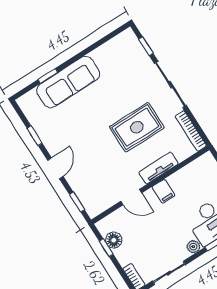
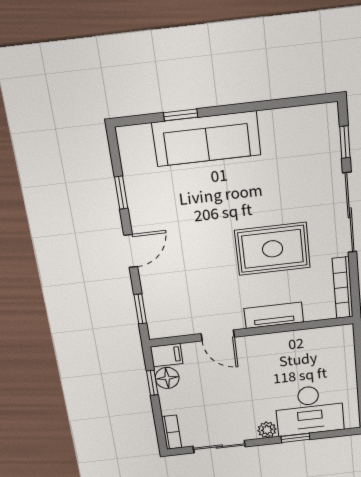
filing cabinet: (163, 191) -> (167, 355), moved, turned -90

